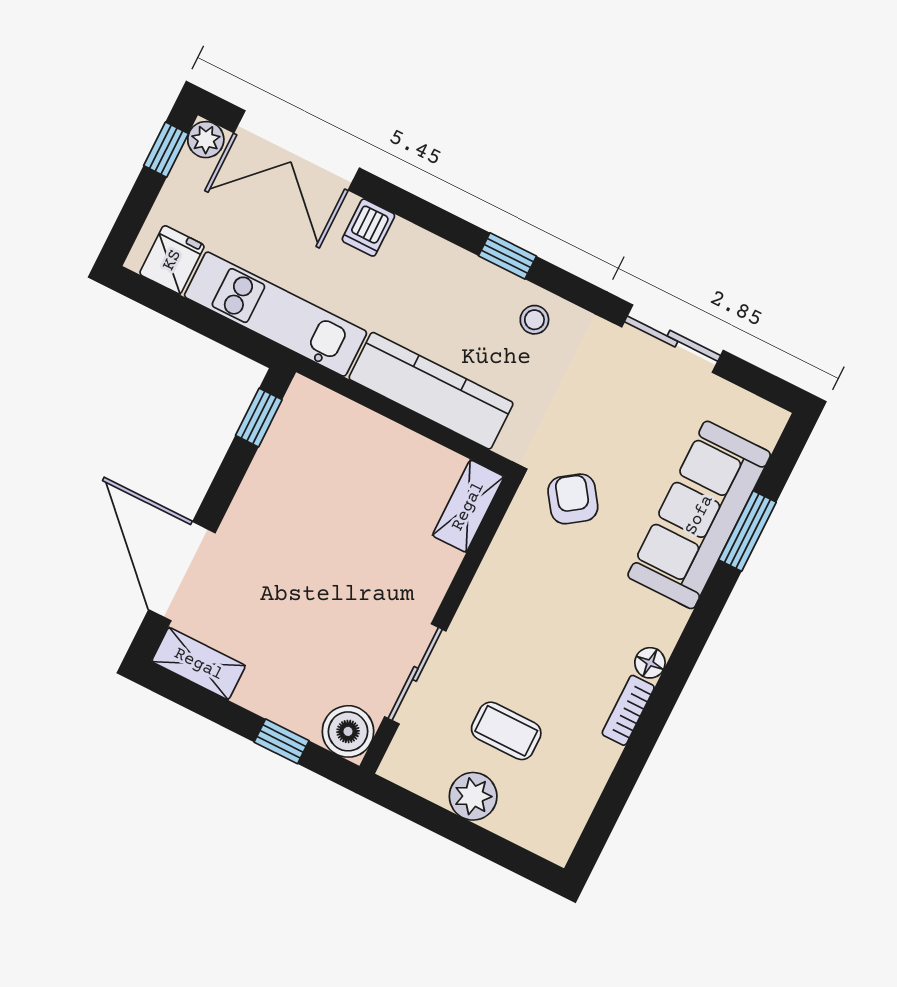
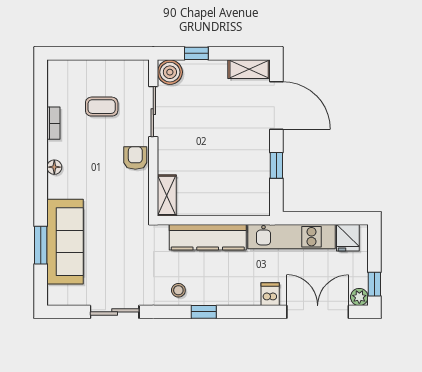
window: (259, 418) -> (276, 165), moved
armchair: (573, 499) -> (135, 158), moved, turned -145
bookcase: (628, 710) -> (53, 123), moved
plant: (473, 796) -> (102, 71), removed

